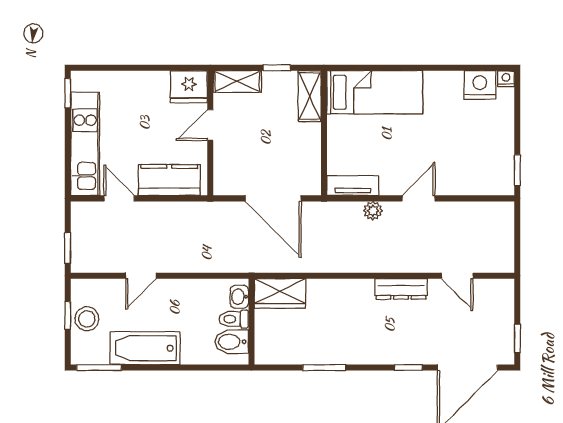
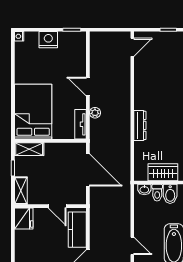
nightstand: (480, 85) -> (48, 40), moved, turned 90
bed: (375, 92) -> (33, 112), width x1.50
door: (210, 125) -> (57, 206), moved
door: (273, 198) -> (88, 170), hinge flipped
door: (457, 276) -> (132, 47), moved
dresser: (401, 289) -> (140, 125), moved
wardrobe: (280, 294) -> (163, 172), moved, turned -90

